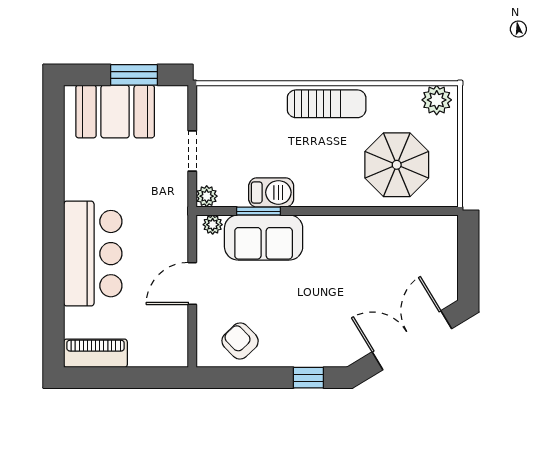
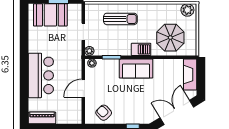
sun lounger: (327, 104) -> (120, 19), moved
barbecue: (271, 192) -> (141, 49), moved
sofa: (264, 237) -> (136, 69), moved
fireplace: (443, 252) -> (190, 75), added

